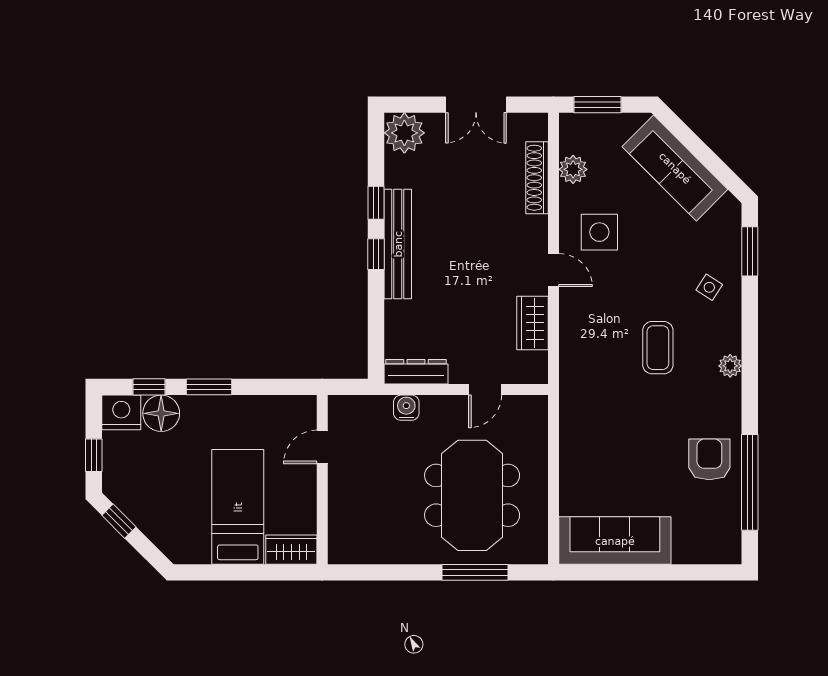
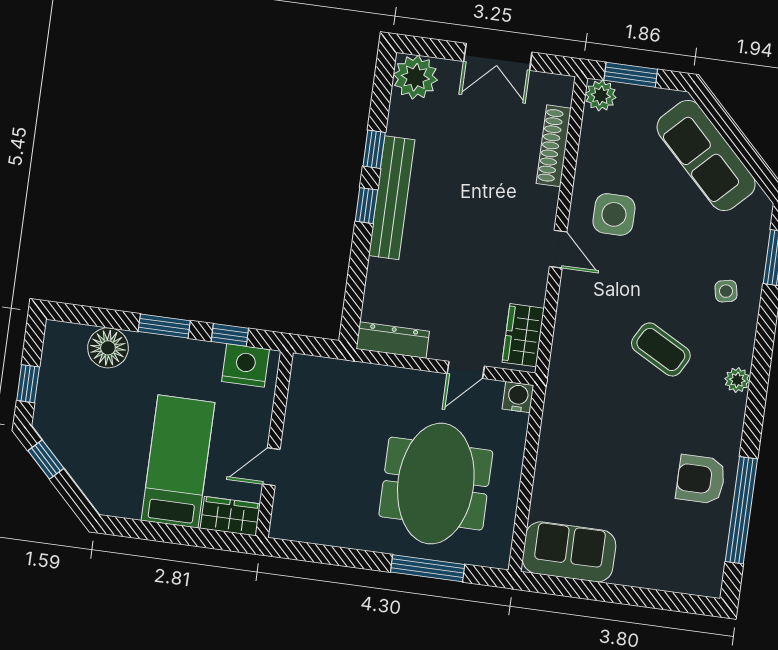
plant: (573, 169) -> (601, 96), moved
side table: (709, 287) -> (726, 291), turned 45
wardrobe: (532, 323) -> (523, 335), moved
coffee table: (658, 348) -> (661, 349), turned -61
window: (149, 387) -> (230, 335), moved
water cooler: (406, 408) -> (518, 397), moved
nightstand: (121, 412) -> (245, 365), moved
door: (322, 447) -> (271, 467), moved
armchair: (709, 459) -> (701, 479), turned -90
sofa: (615, 541) -> (569, 552), width x0.73

